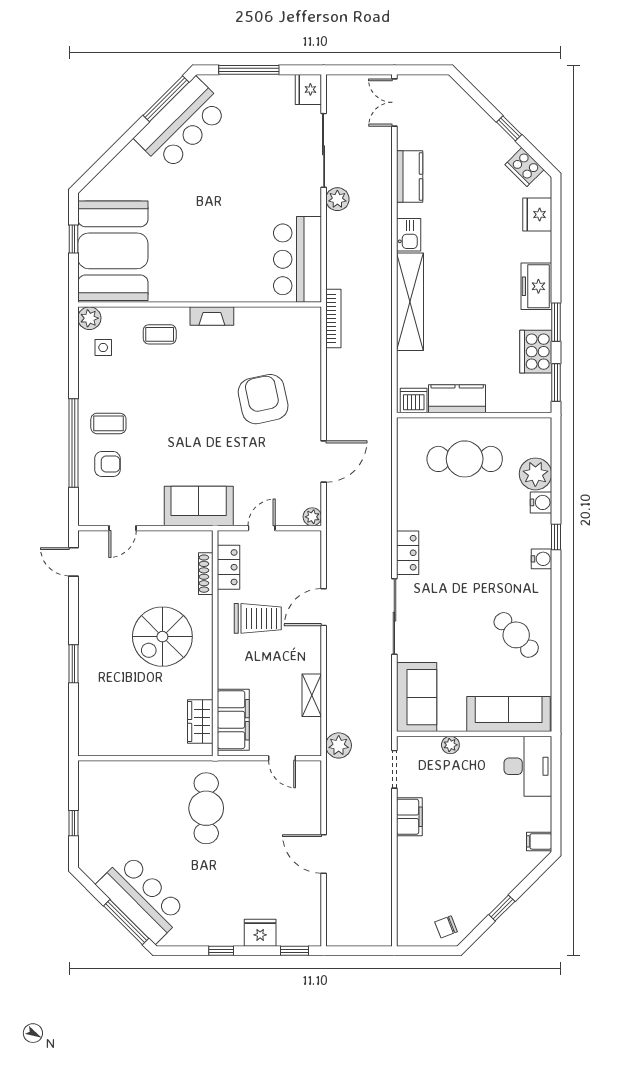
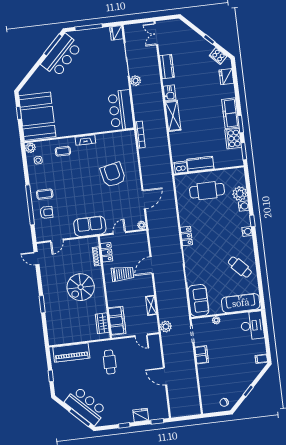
freezer: (536, 286) -> (230, 113), width x1.40
shelving: (410, 302) -> (173, 116), width x0.68
piano: (125, 777) -> (71, 353), added
cafe table: (206, 808) -> (110, 362), width x0.73, depth x0.74

